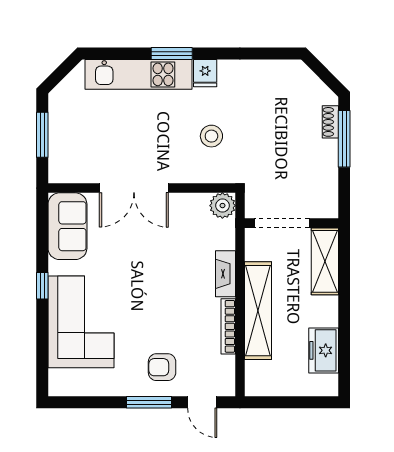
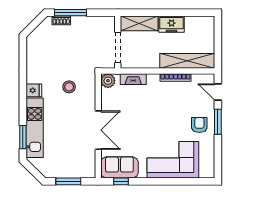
window: (172, 53) -> (23, 137), moved
fireplace: (225, 274) -> (133, 79), moved
window: (42, 286) -> (121, 181), moved
shelving: (258, 311) -> (187, 61), moved
freezer: (324, 350) -> (172, 24), moved
armchair: (162, 367) -> (199, 125), moved, turned 180
door: (202, 402) -> (218, 92), swing flipped

